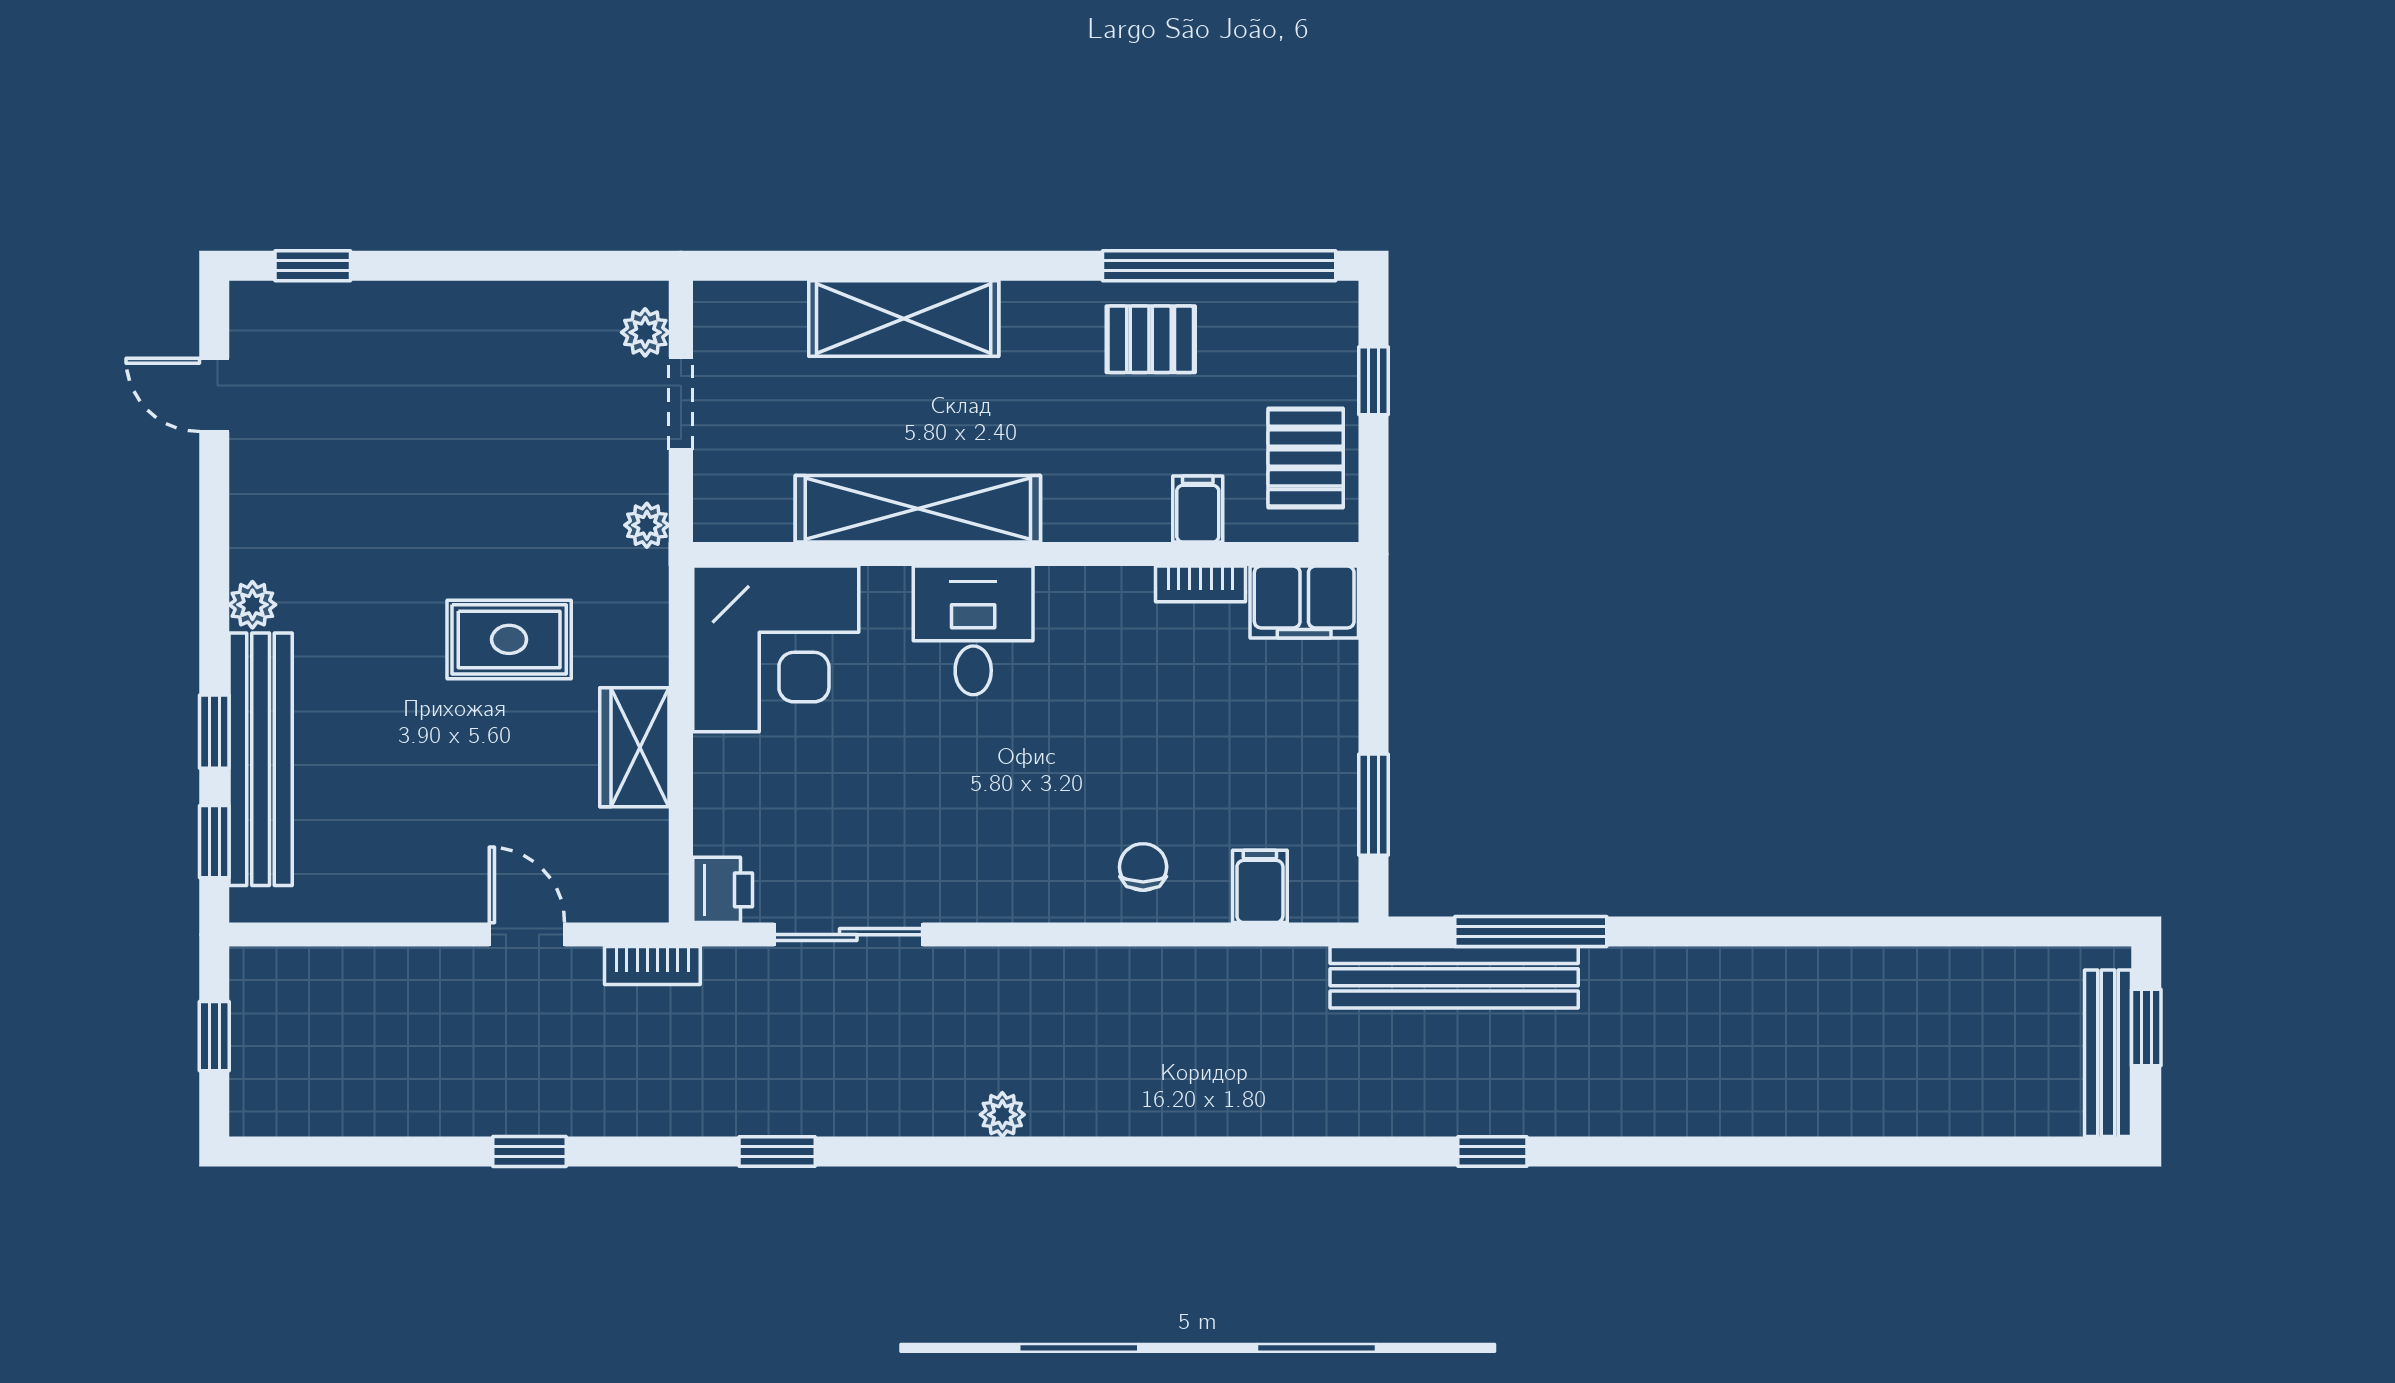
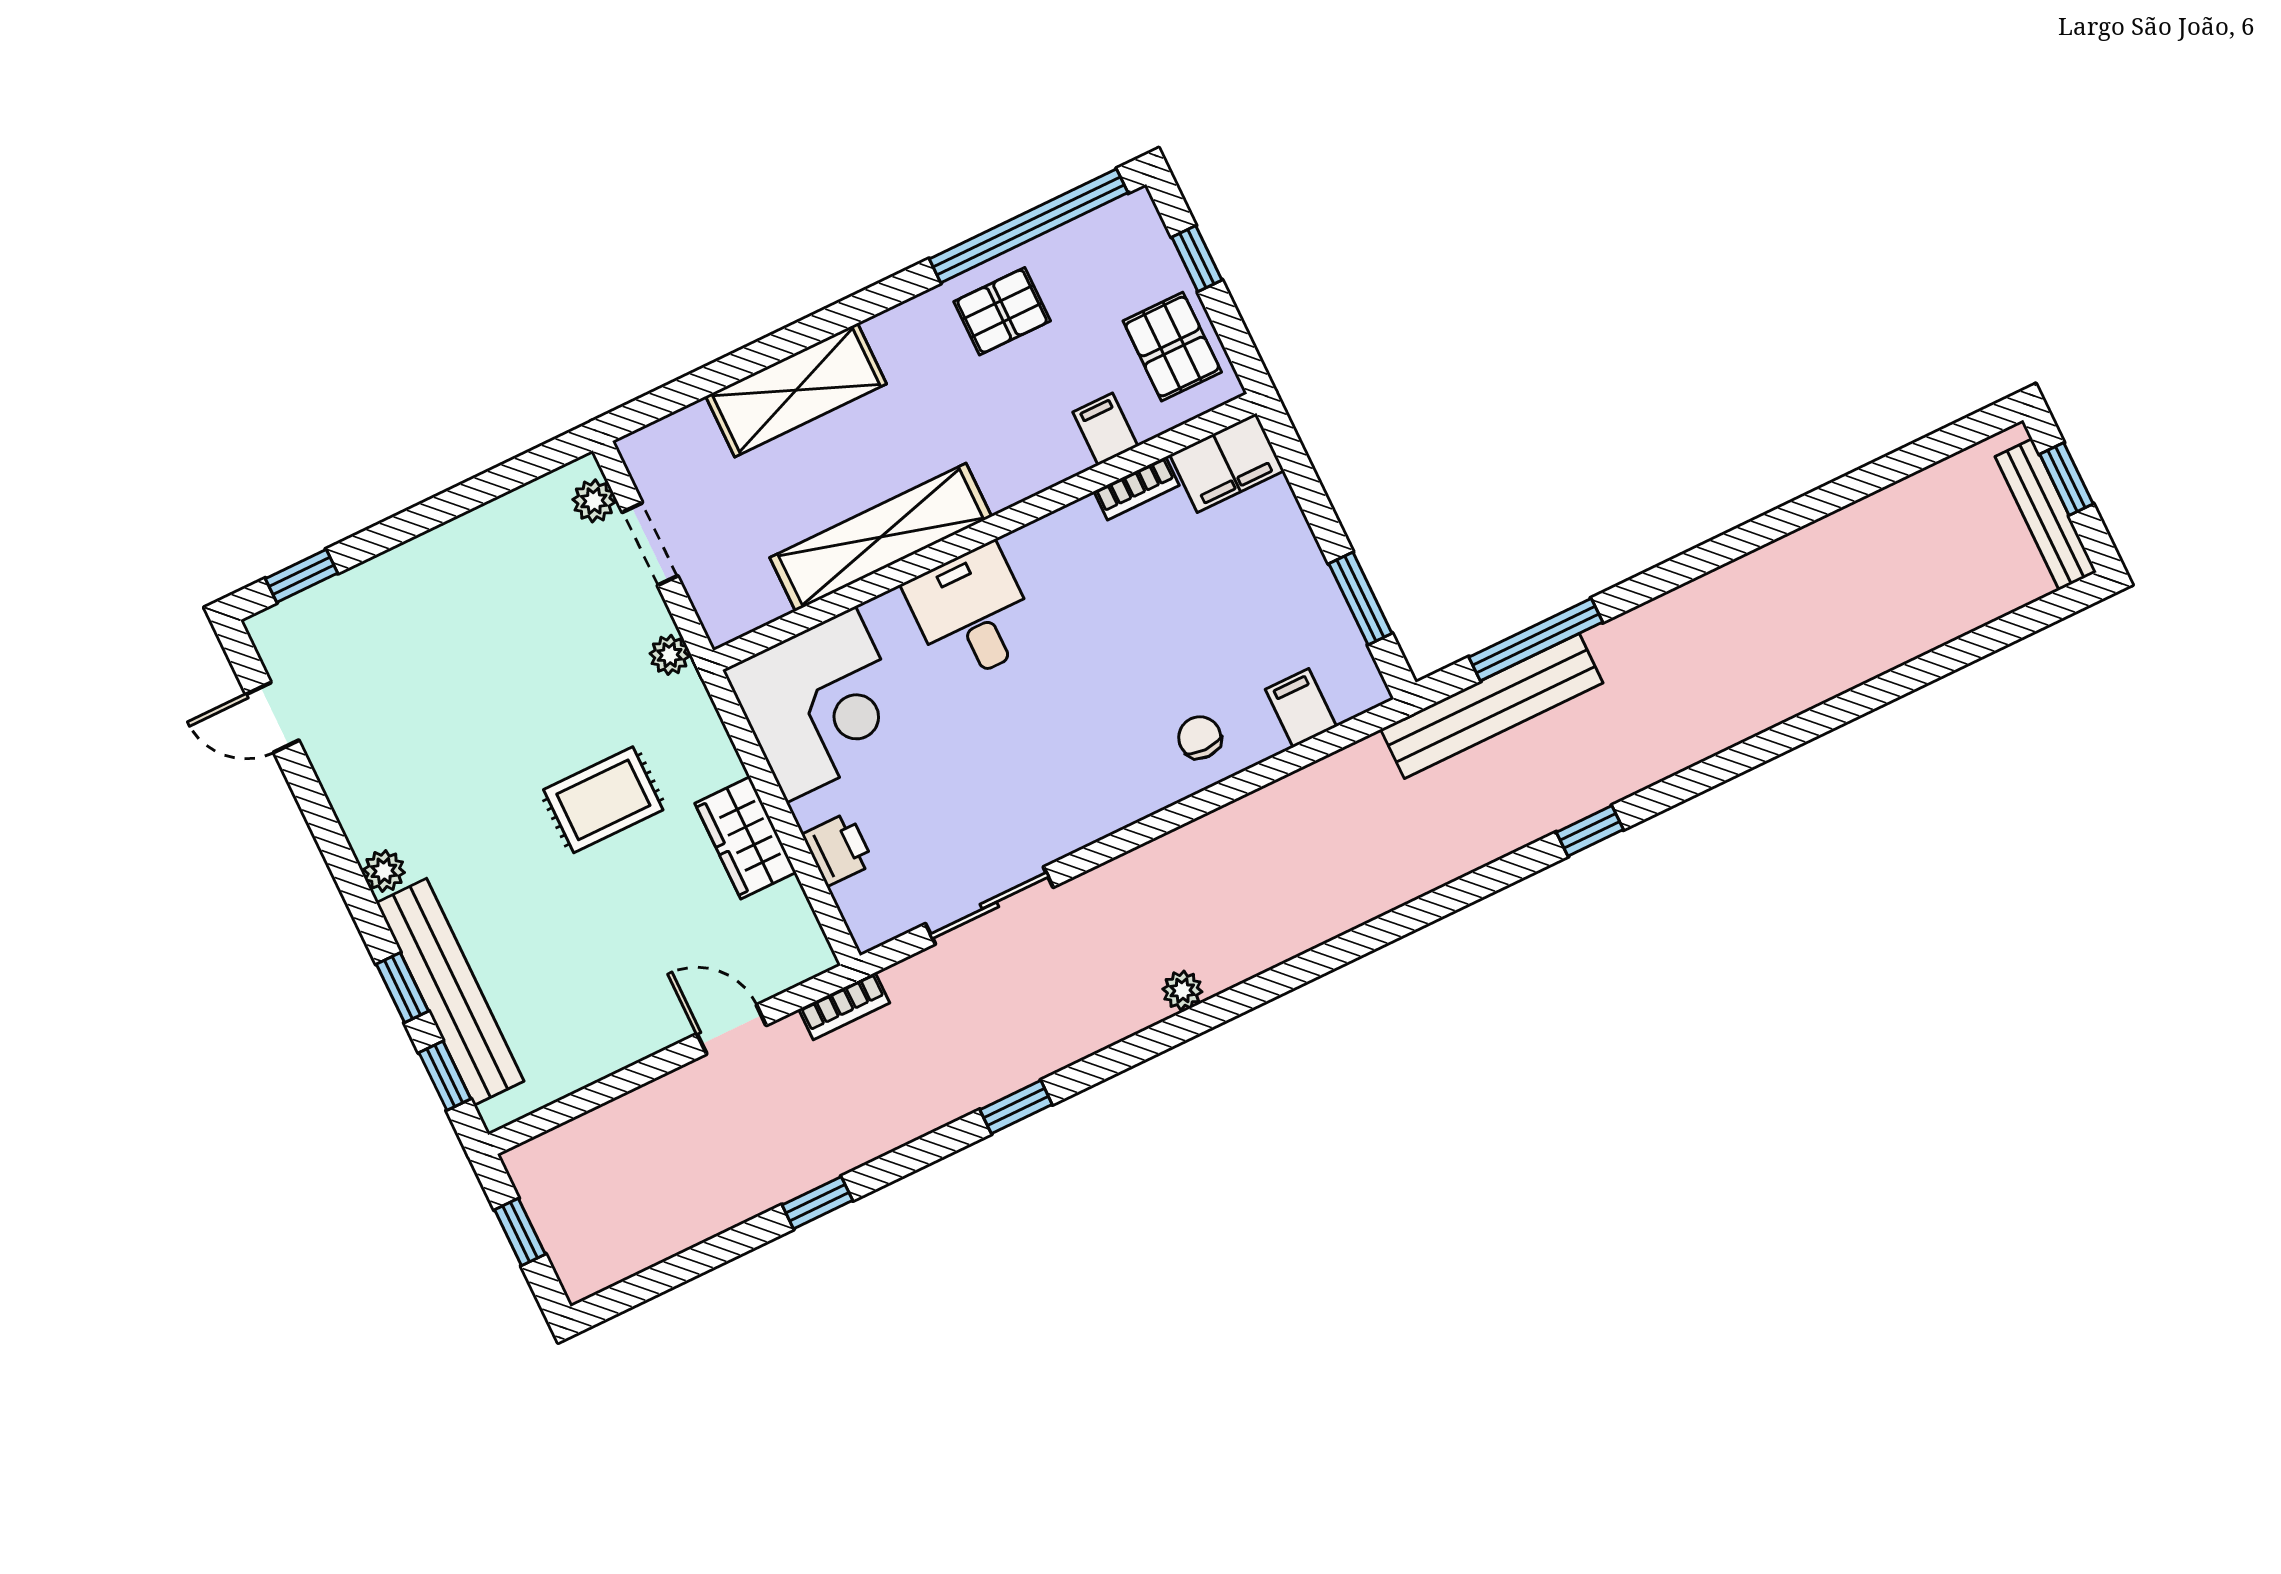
printer: (723, 890) -> (838, 849), moved

